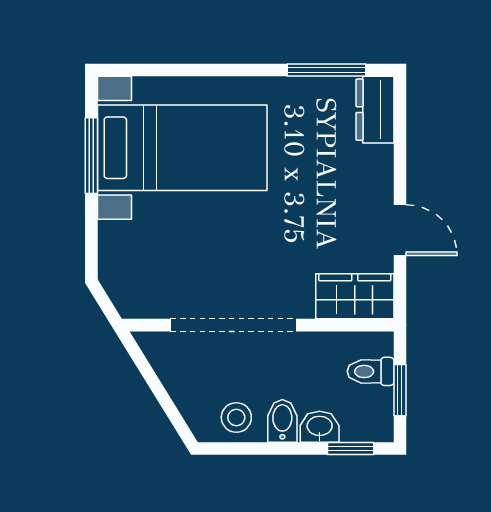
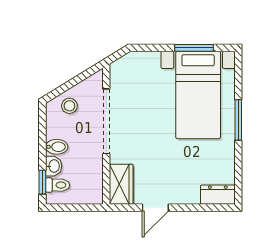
window: (327, 70) -> (238, 120), moved
toilet: (371, 371) -> (58, 185), moved, turned 90
window: (400, 390) -> (73, 208), removed
stool: (236, 417) -> (69, 106), moved

